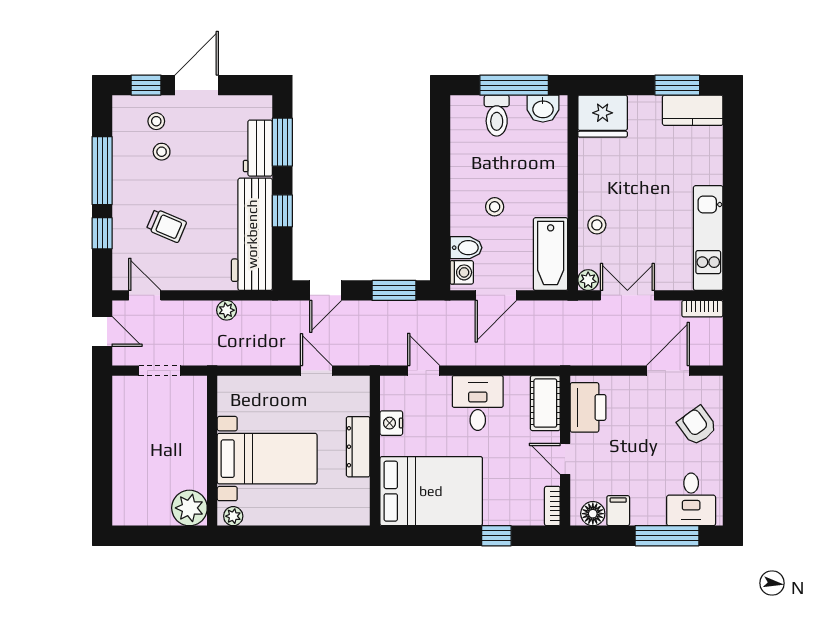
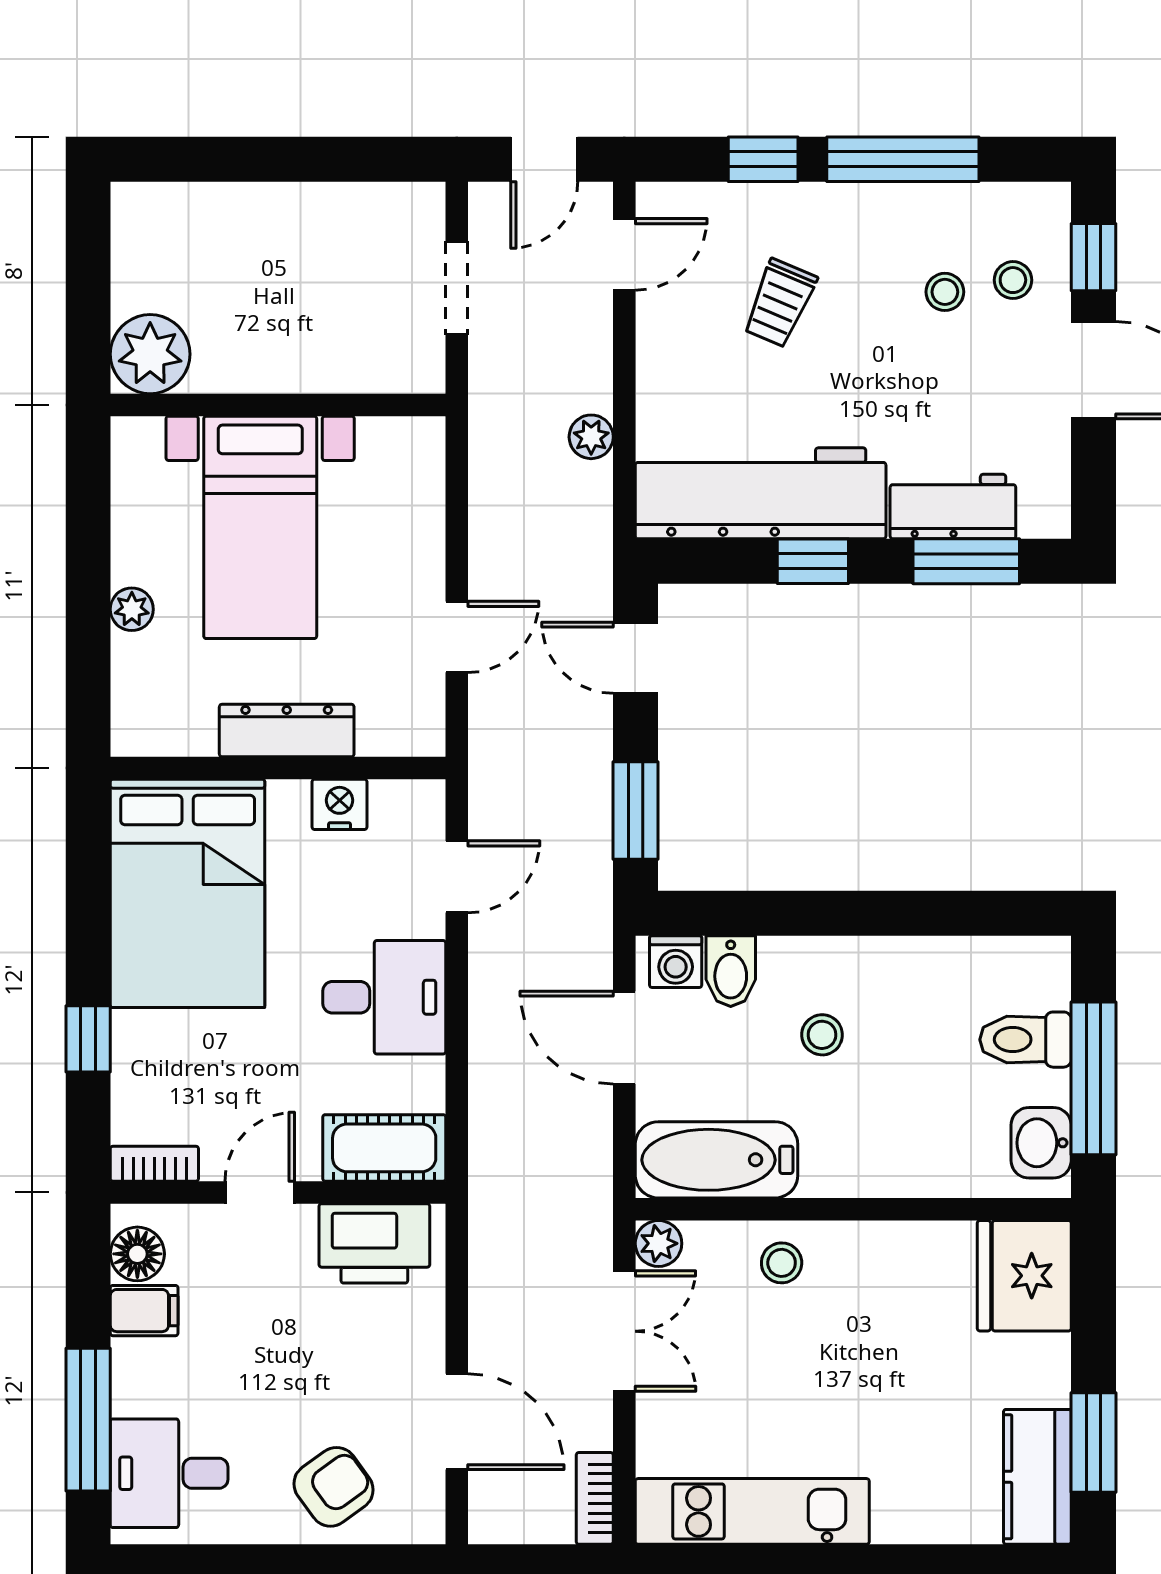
plant: (233, 516) -> (132, 609), moved

